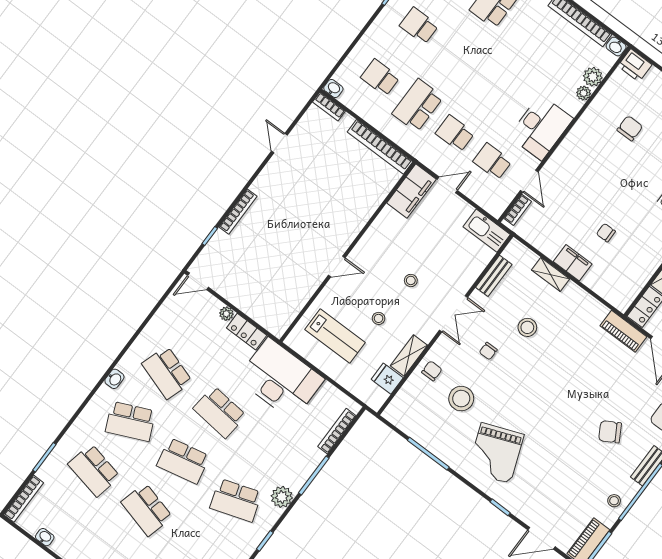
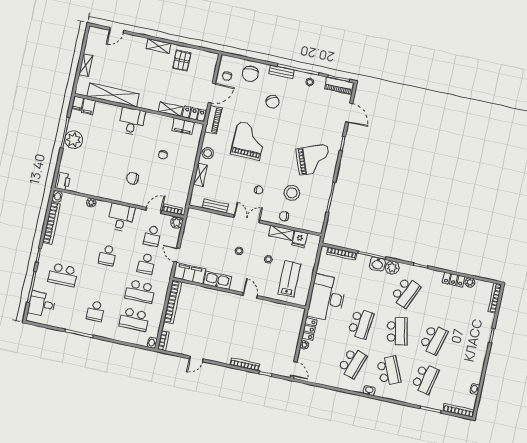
plant: (593, 77) -> (176, 223), moved
school desk: (380, 78) -> (134, 320), width x1.85
school desk: (494, 82) -> (108, 255), added
desk: (541, 127) -> (121, 218), width x0.73
chair: (630, 128) -> (133, 178), moved
kitchen sink: (487, 231) -> (217, 280), moved, turned -90
filing cabinet: (573, 263) -> (183, 126), moved, turned -90
stool: (527, 327) -> (208, 153), moved
grand piano: (568, 370) -> (249, 141), added
washbasin: (297, 477) -> (377, 264), added
school desk: (236, 500) -> (406, 292), turned 42

